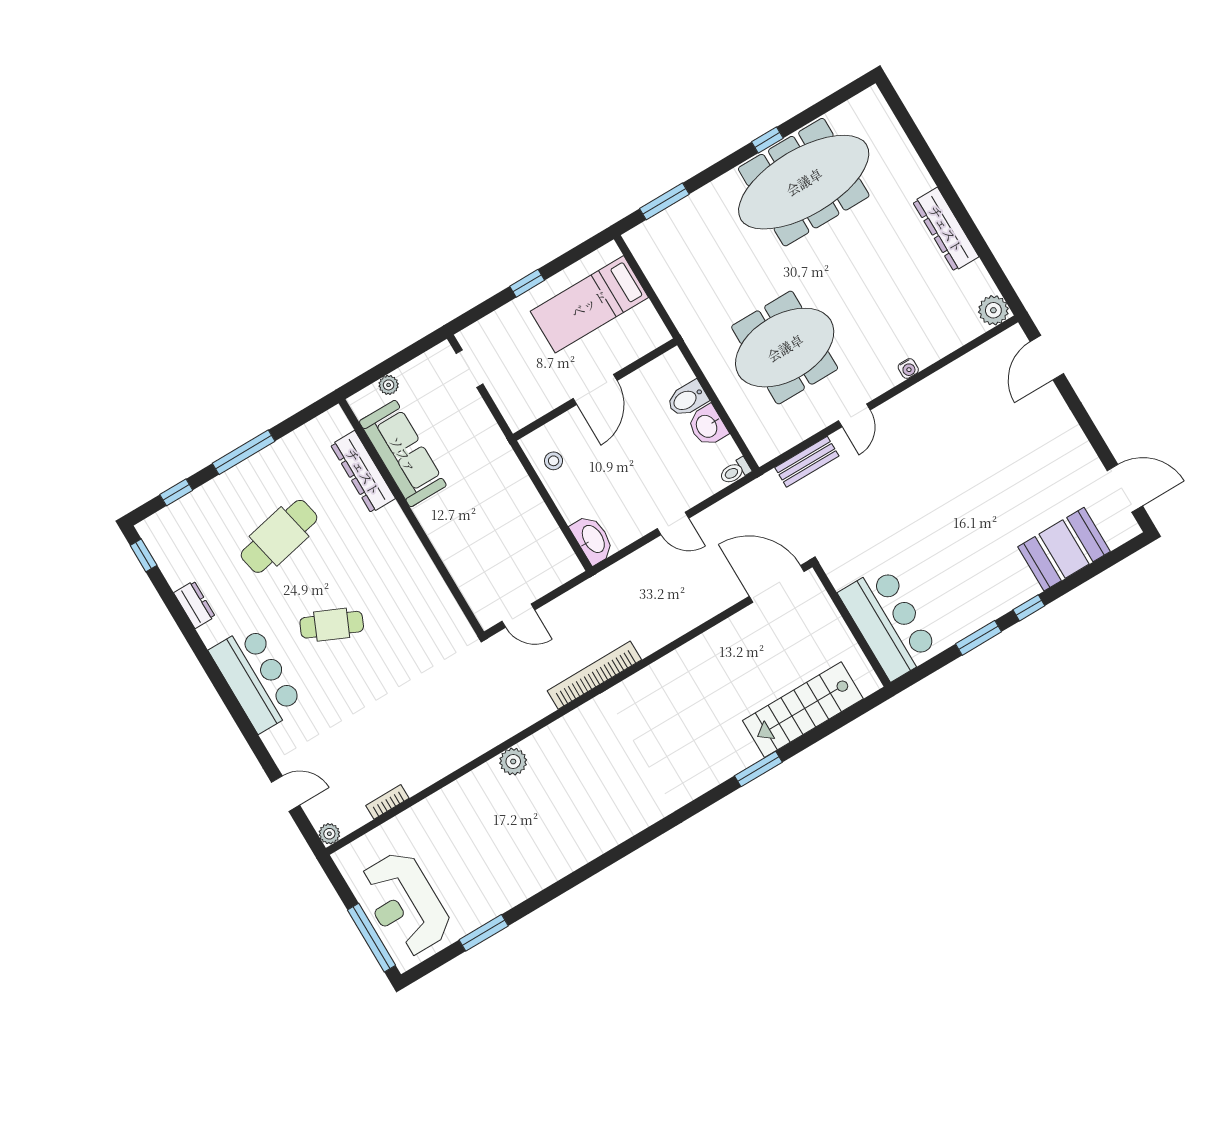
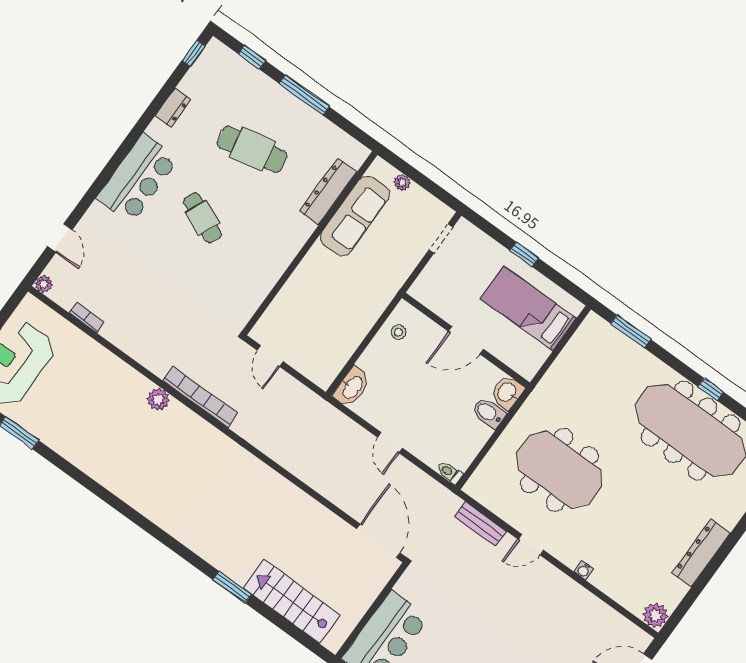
washbasin: (707, 426) -> (507, 393), moved
bookcase: (594, 675) -> (200, 397), moved

